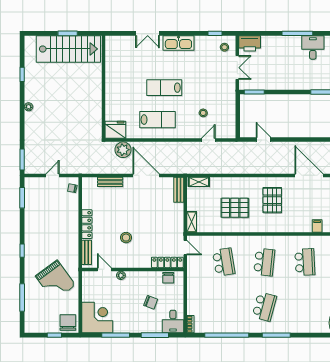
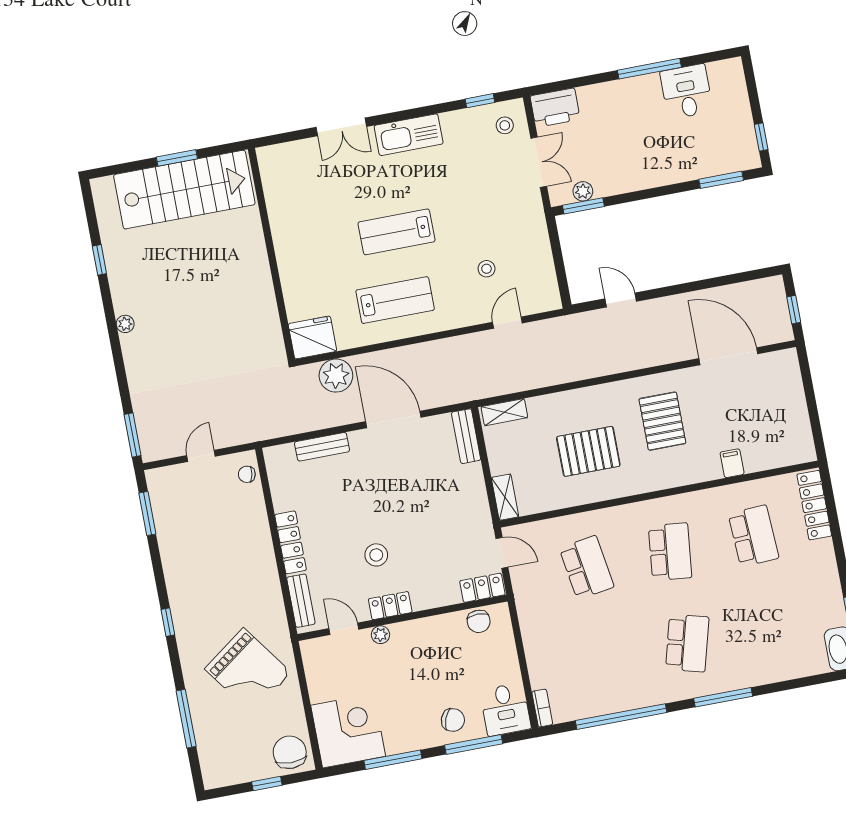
plant: (255, 85) -> (583, 191), added
filing cabinet: (317, 226) -> (732, 463), moved
locker: (167, 262) -> (482, 588), width x0.66
locker: (128, 263) -> (390, 606), added
chair: (151, 302) -> (453, 720), moved

